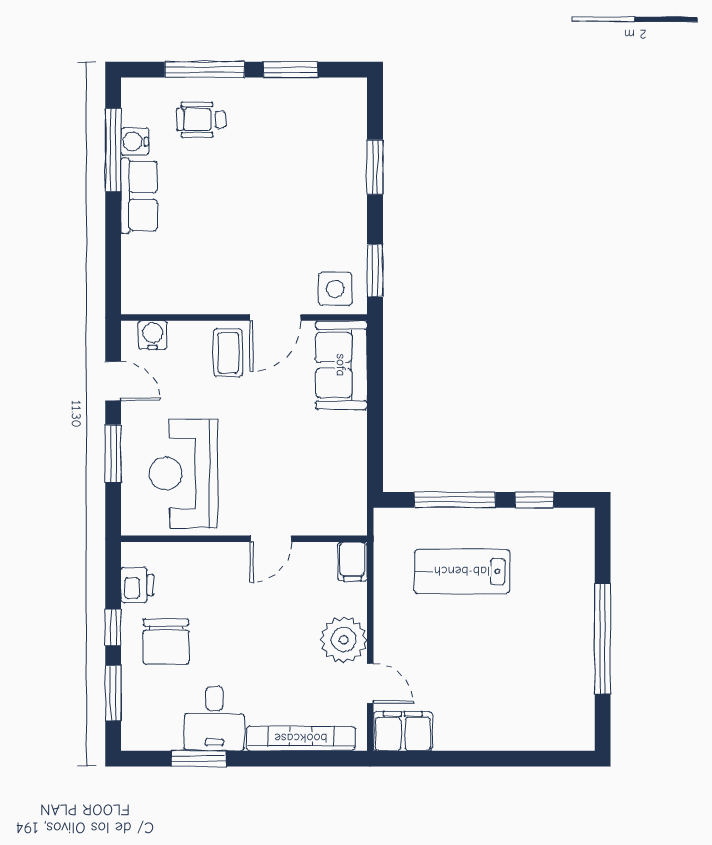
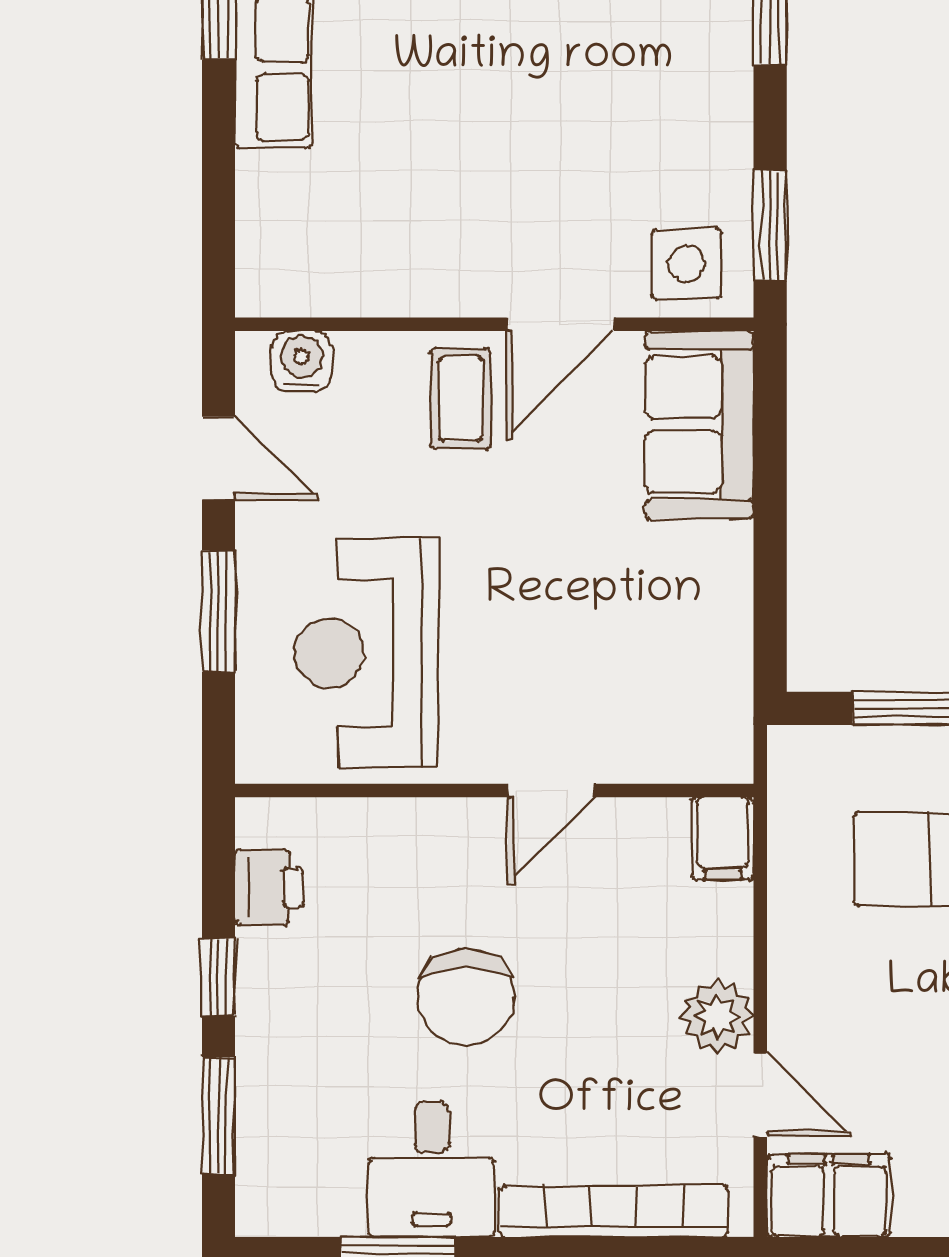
plant: (344, 640) -> (717, 1016), width x0.73, depth x0.73
chair: (166, 642) -> (466, 997), moved

